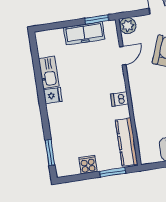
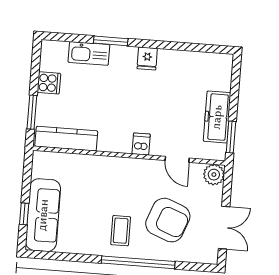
kitchen sink: (49, 72) -> (89, 53), moved
dishwasher: (120, 99) -> (141, 144), moved
window: (50, 152) -> (111, 41), moved

